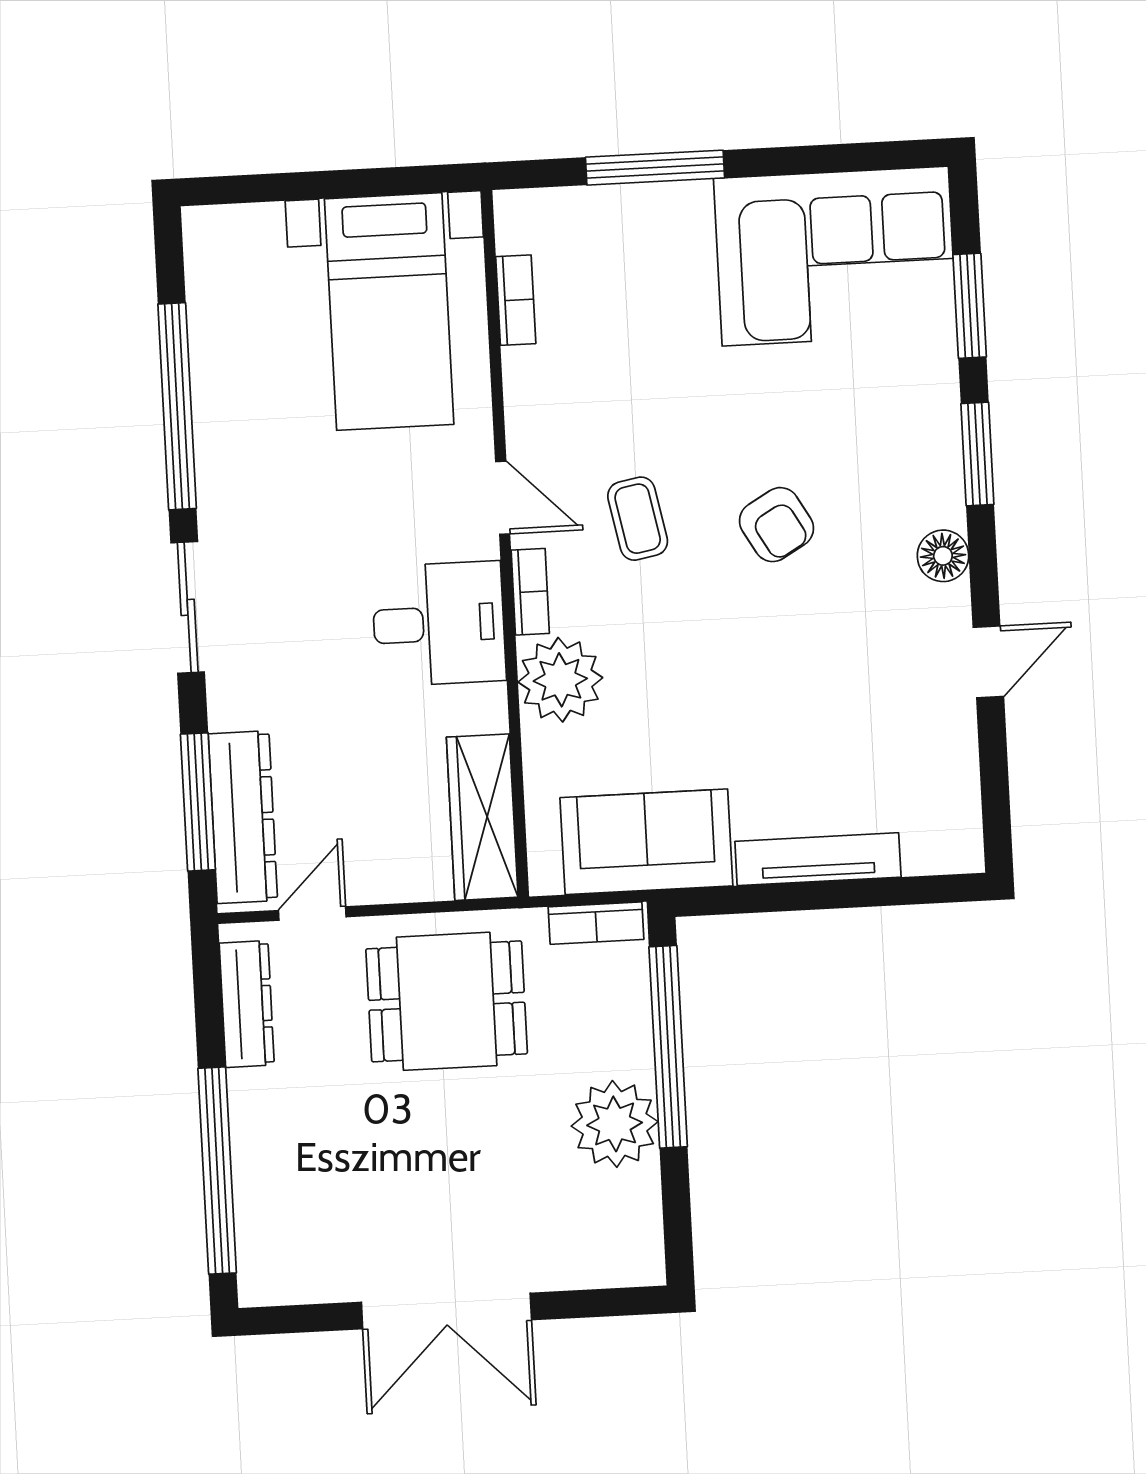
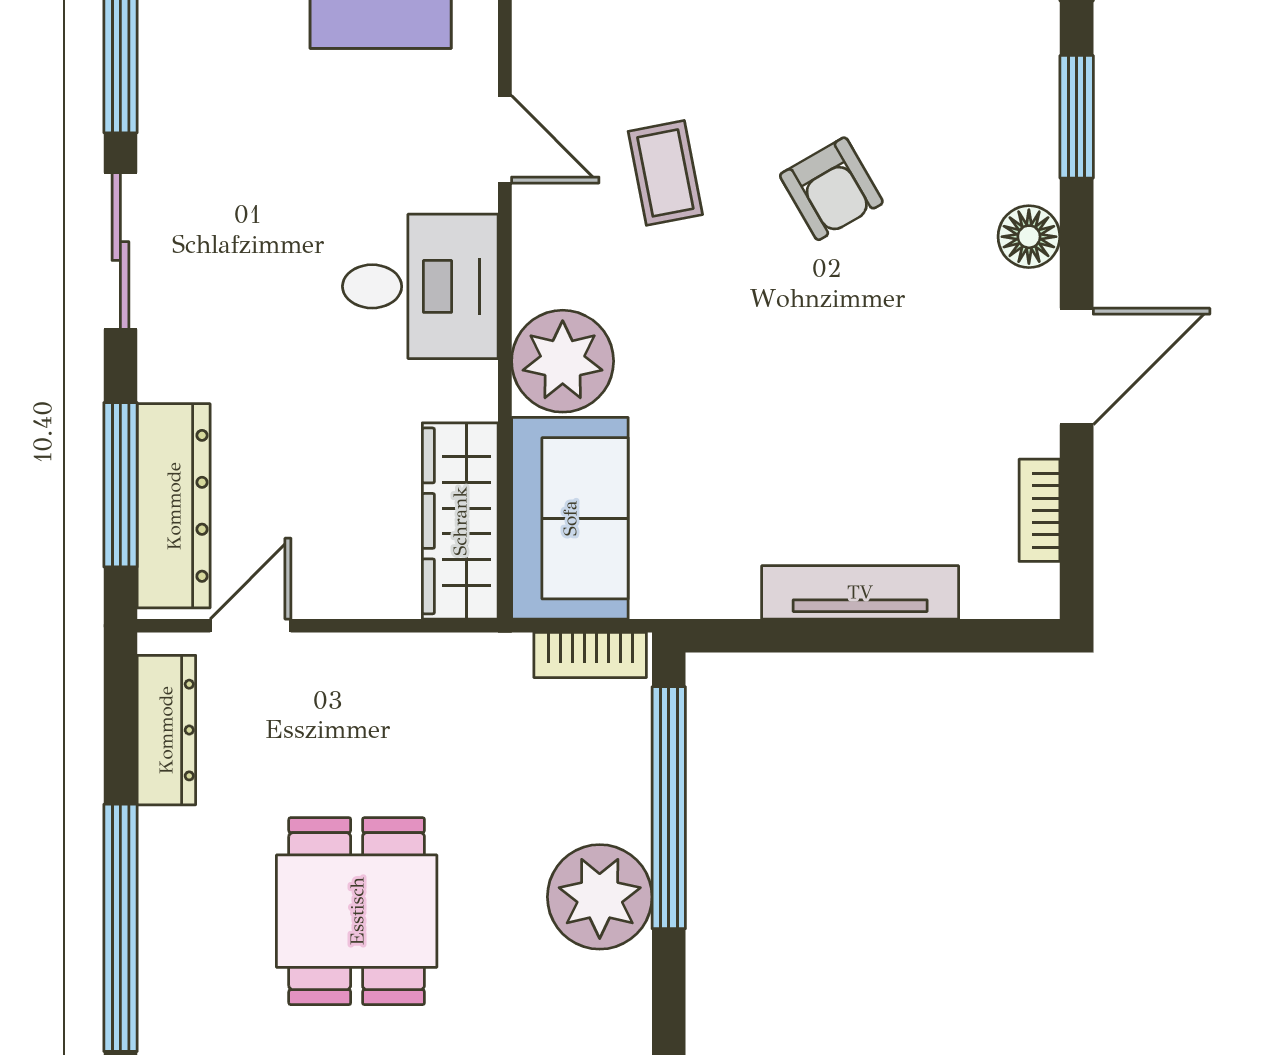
bookcase: (530, 592) -> (1039, 510), moved, turned 180
door: (988, 662) -> (1077, 366), width x1.38
sofa: (646, 842) -> (570, 518), moved, turned 90
dining table: (447, 1001) -> (357, 911), moved, turned 90

